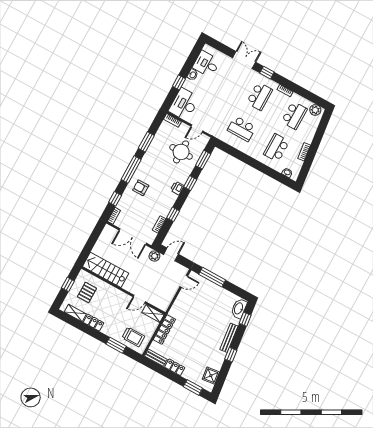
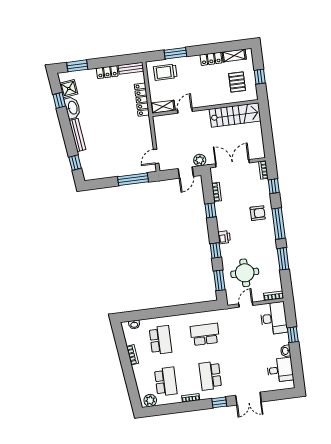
school desk: (294, 115) -> (166, 381), turned 180
washbasin: (239, 309) -> (72, 108), moved
window: (231, 355) -> (59, 100), moved

